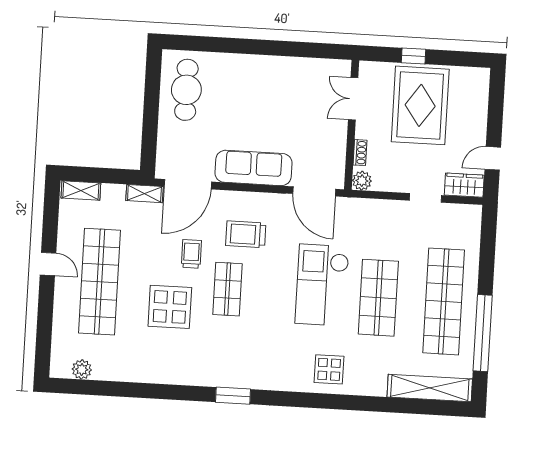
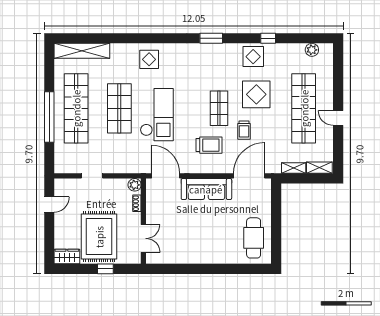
wardrobe: (464, 185) -> (67, 257), moved, turned 180
shelving: (144, 194) -> (294, 168), moved
window: (483, 333) -> (49, 117), moved
display table: (171, 364) -> (253, 57), added
window: (147, 391) -> (268, 38), added

